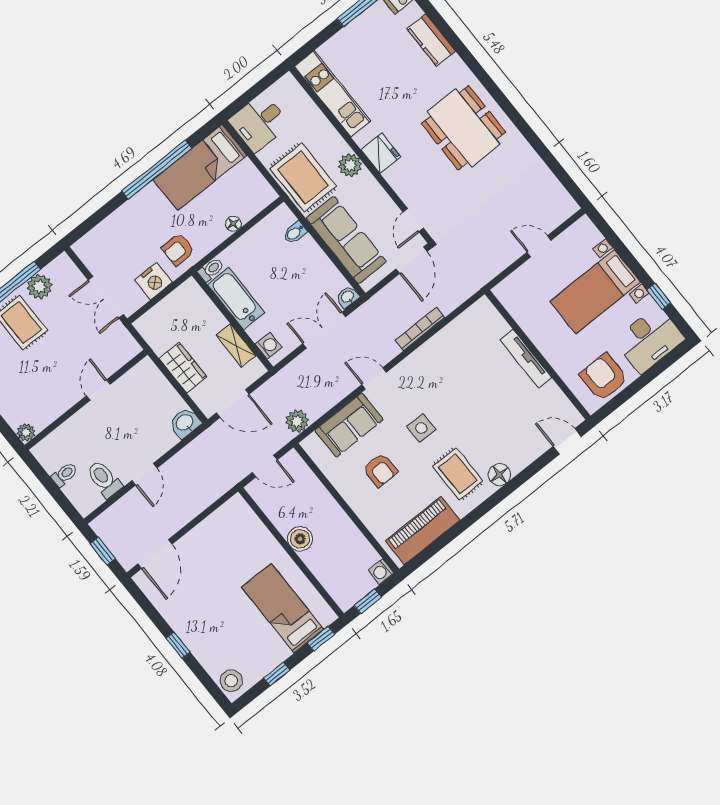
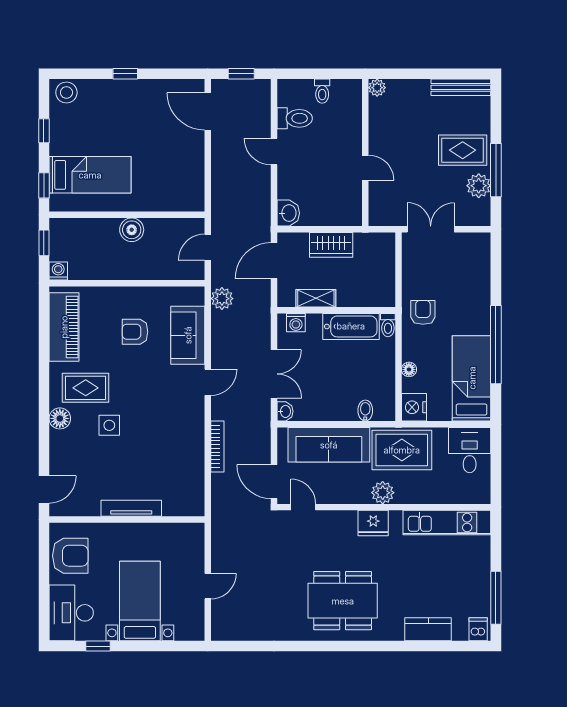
nightstand: (154, 281) -> (414, 407), moved
side table: (421, 428) -> (109, 425), moved

